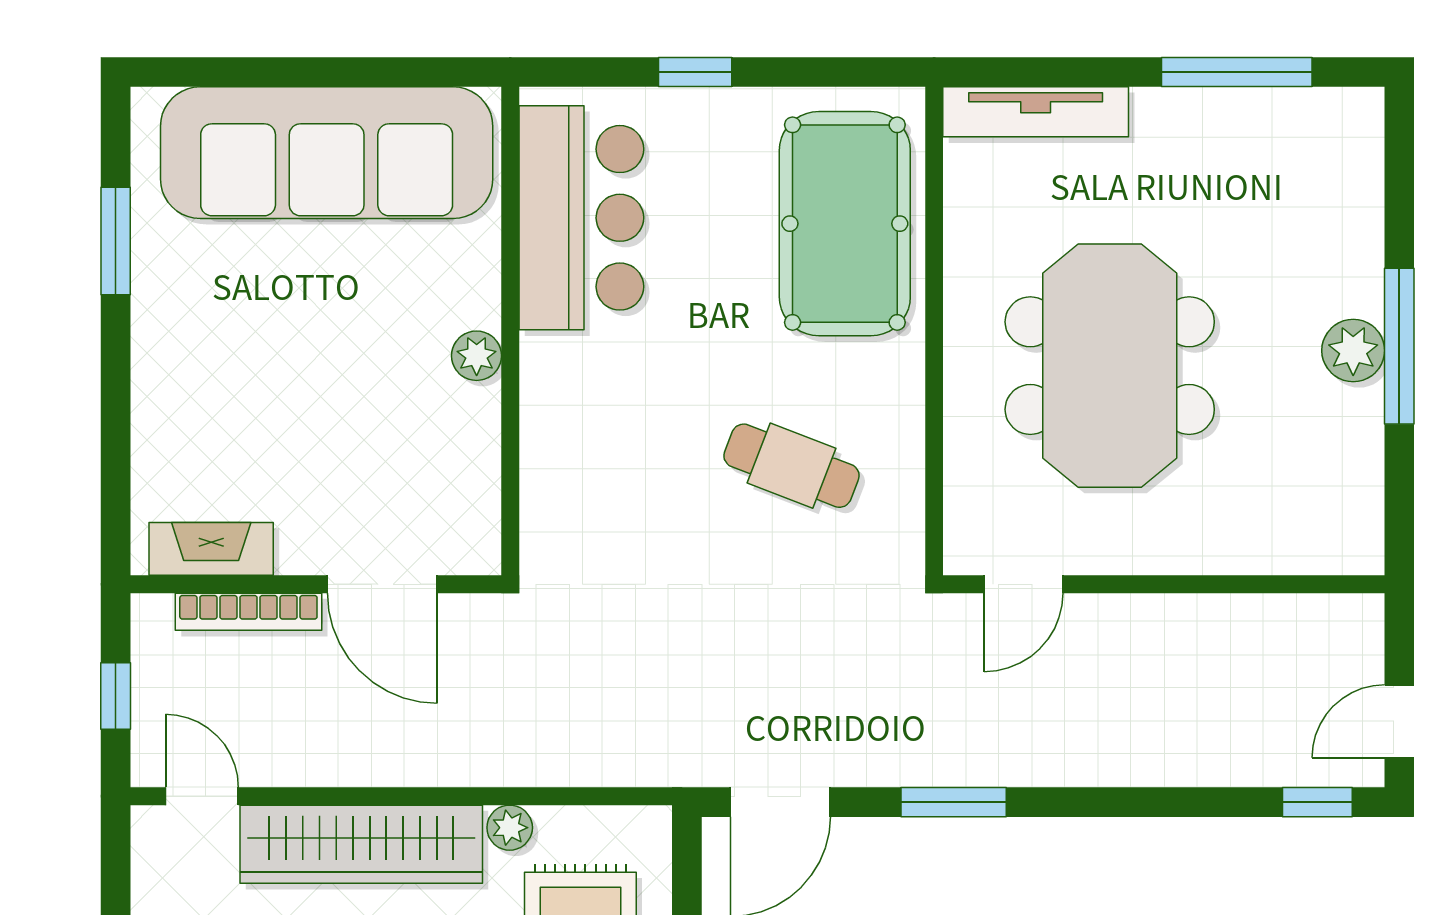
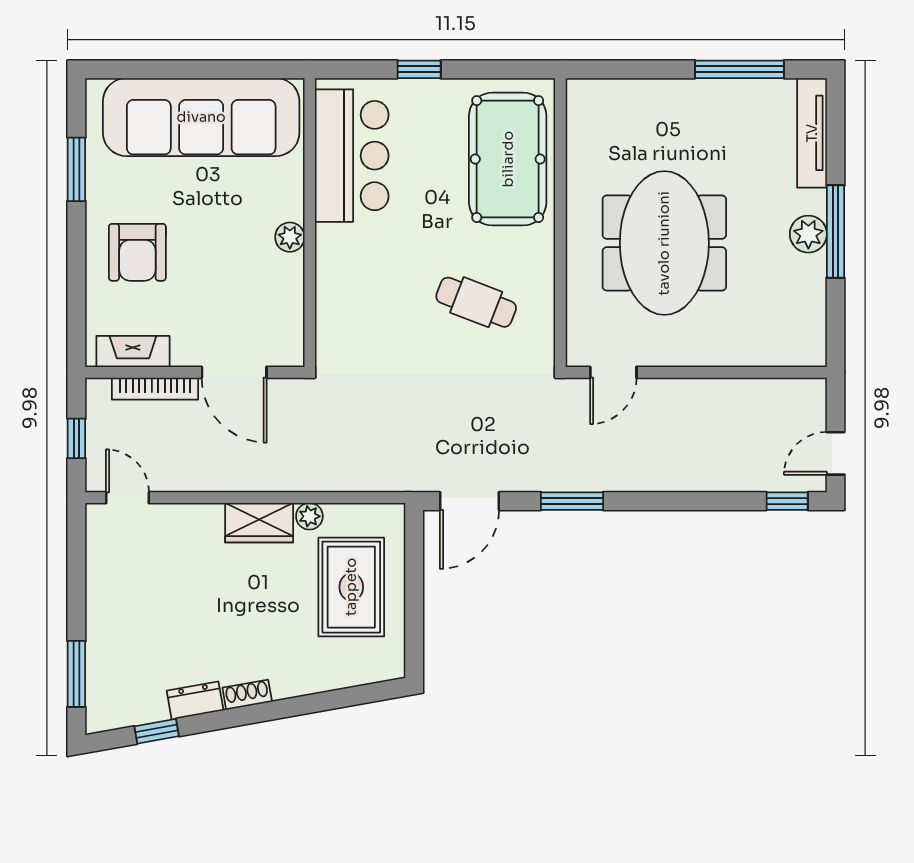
tv unit: (1036, 112) -> (812, 133), moved, turned 90
armchair: (219, 381) -> (137, 252), added
wardrobe: (361, 844) -> (259, 523), width x0.48, depth x0.85

